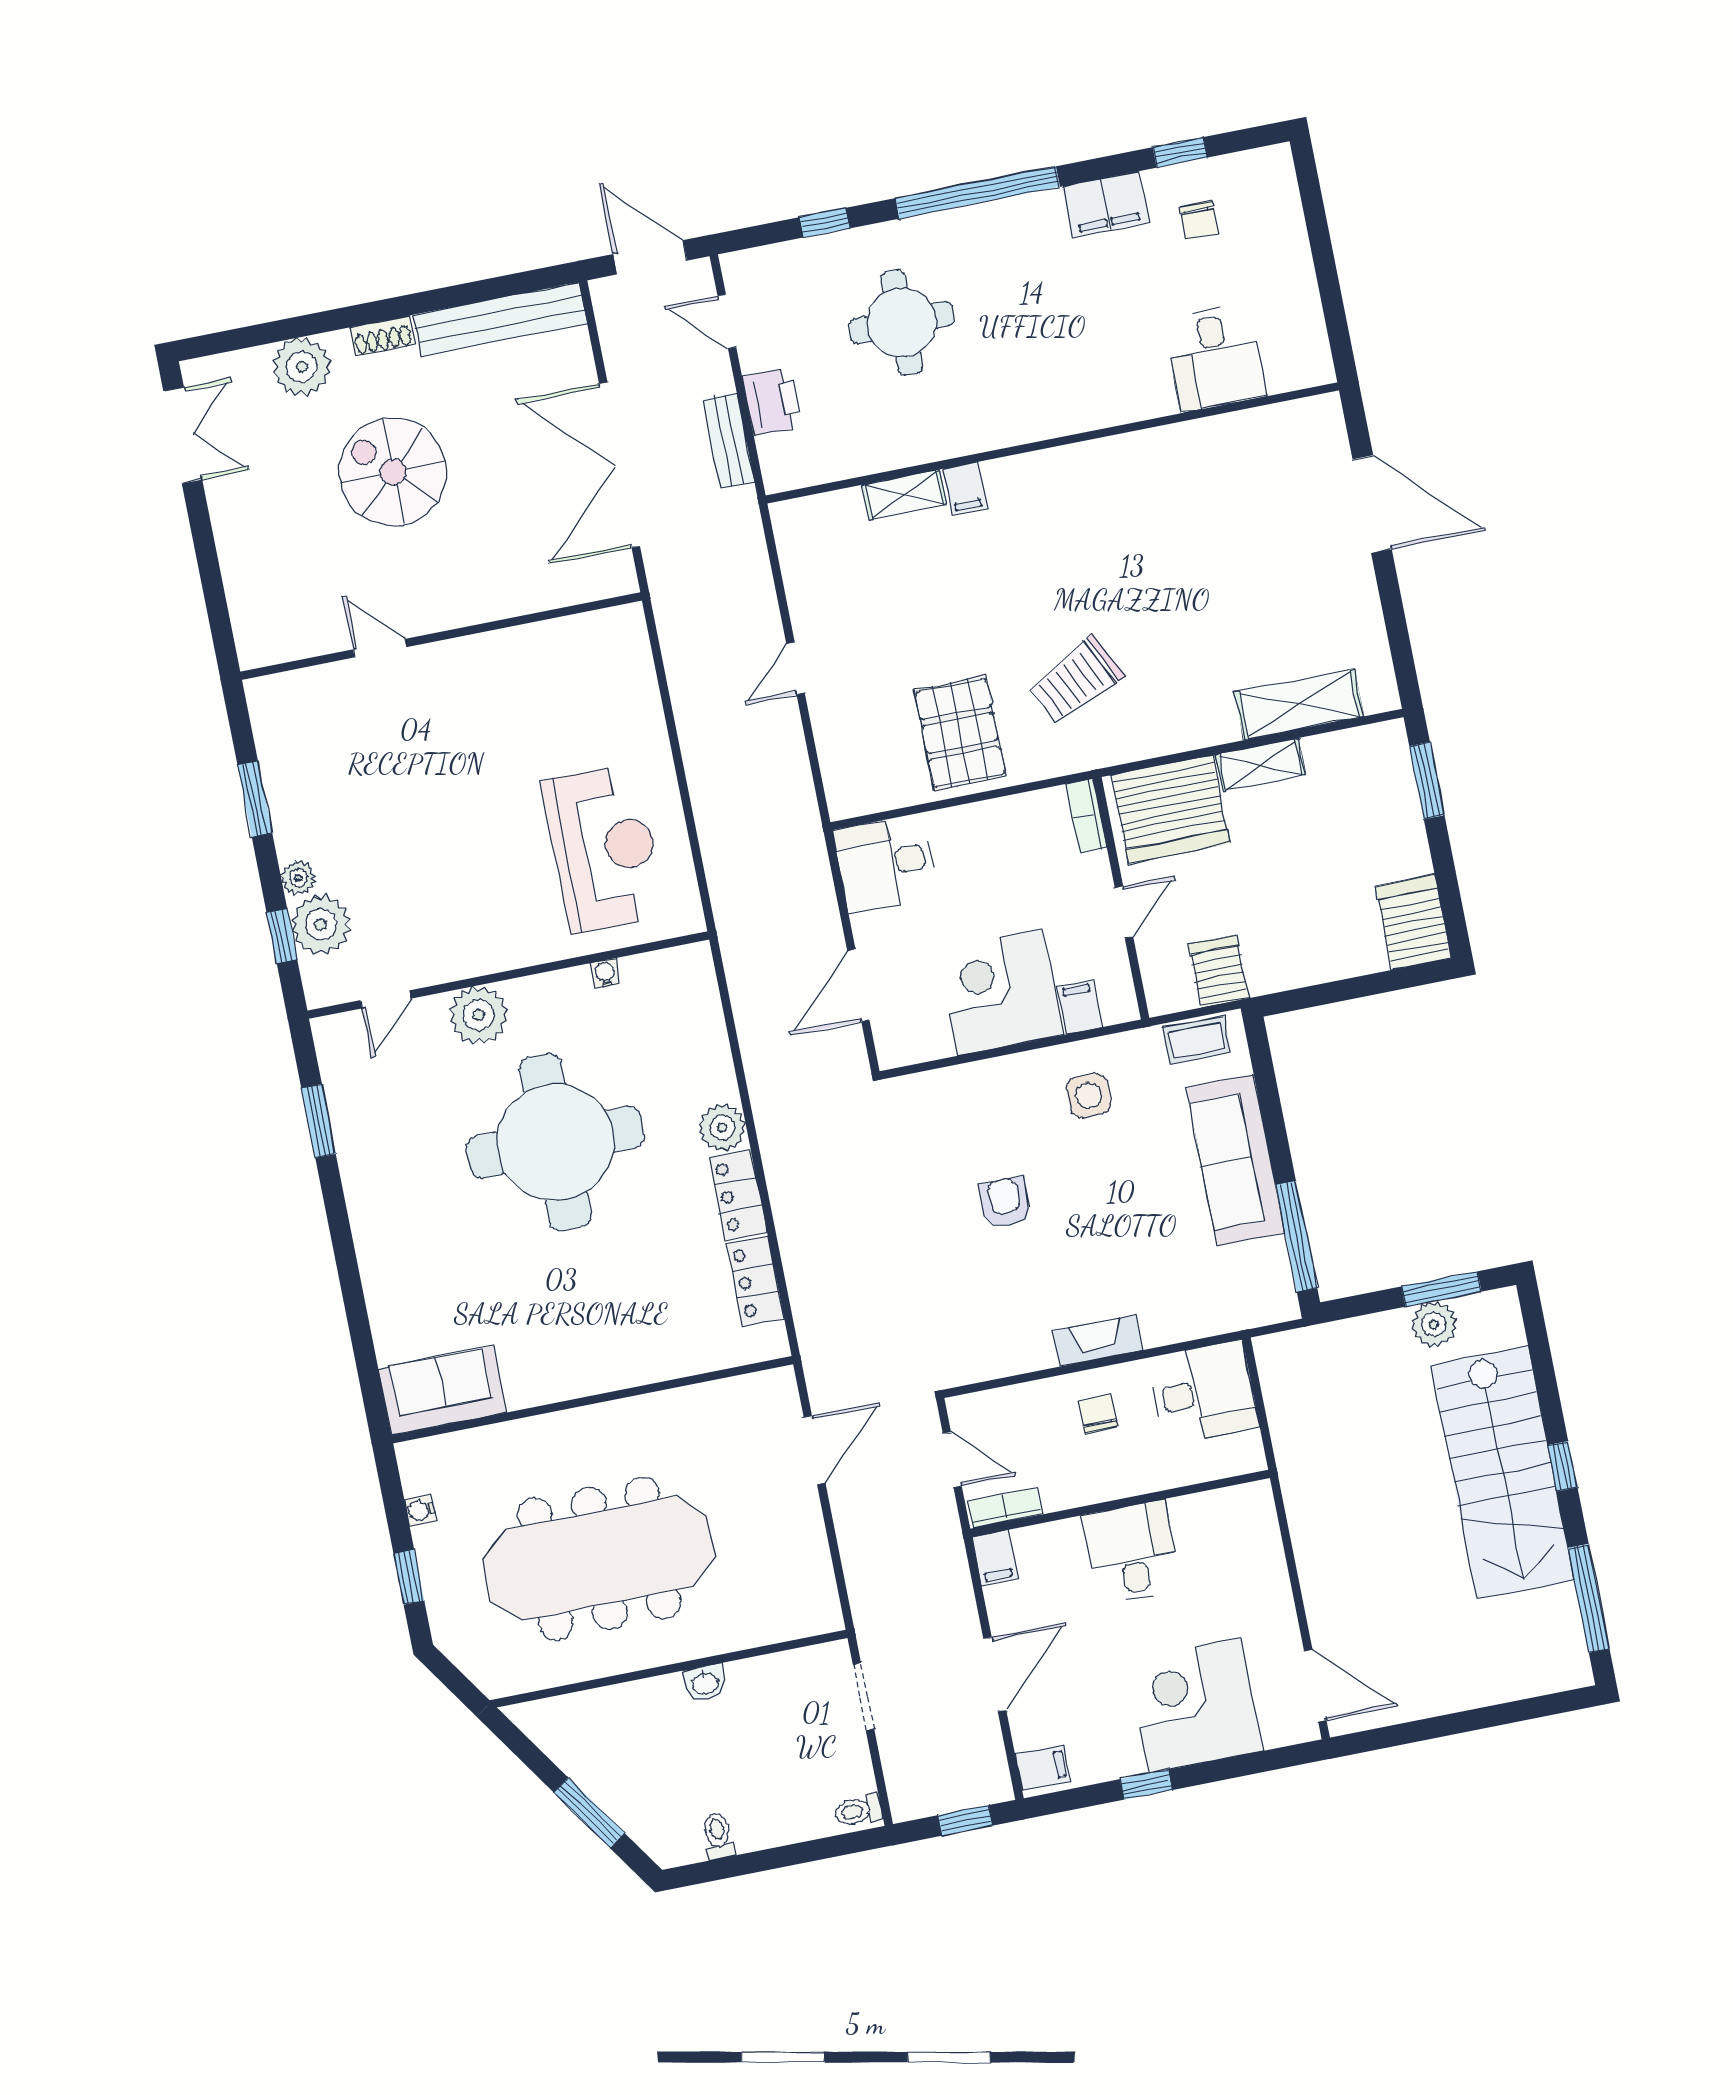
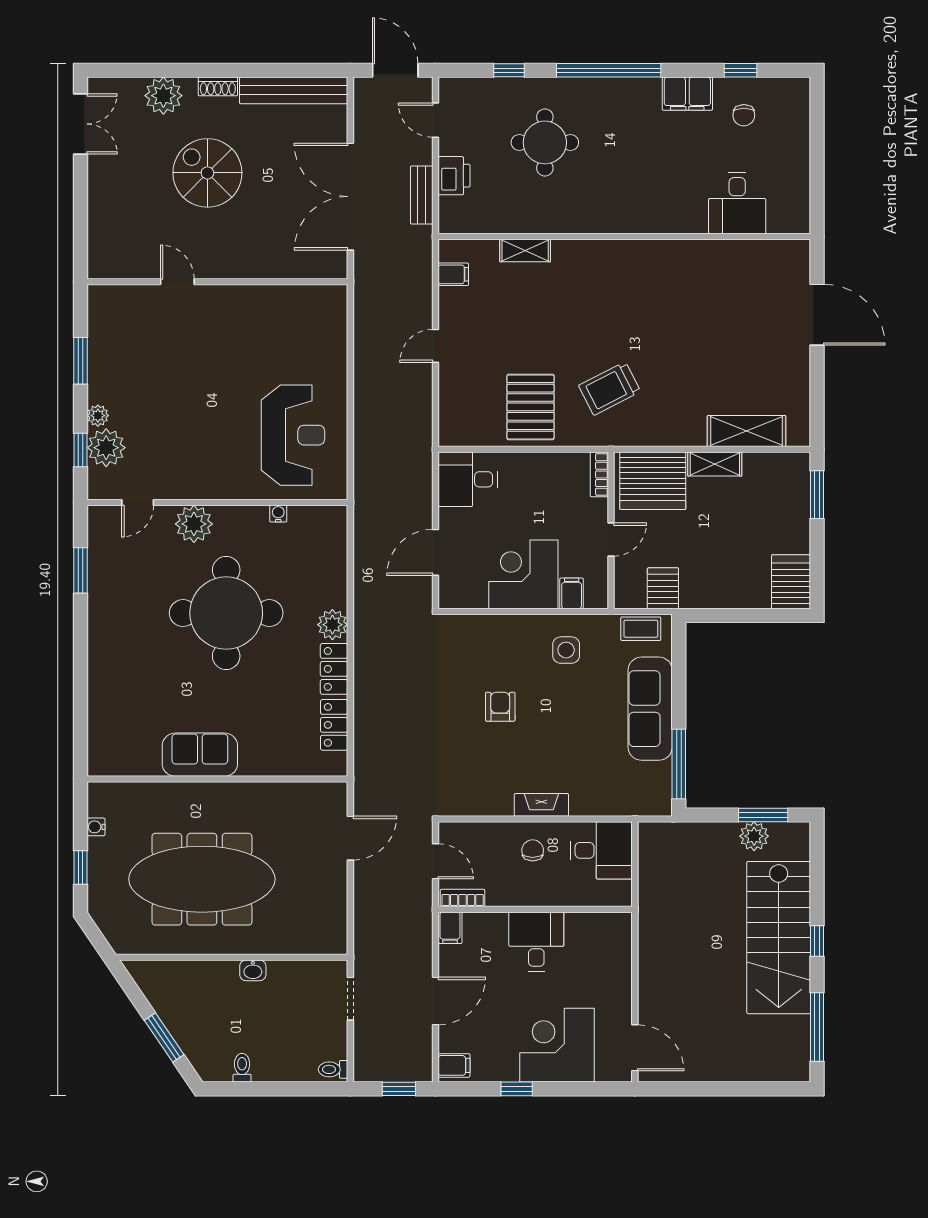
filing cabinet: (965, 489) -> (453, 274), moved, turned -90
sofa: (443, 1391) -> (200, 755), moved

